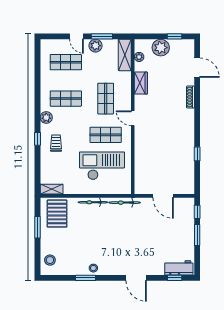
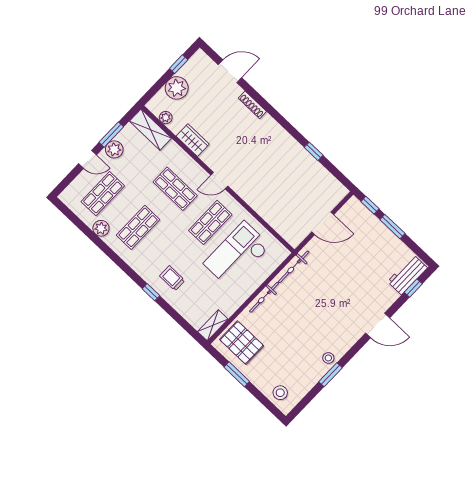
plant: (46, 117) -> (101, 228), moved

